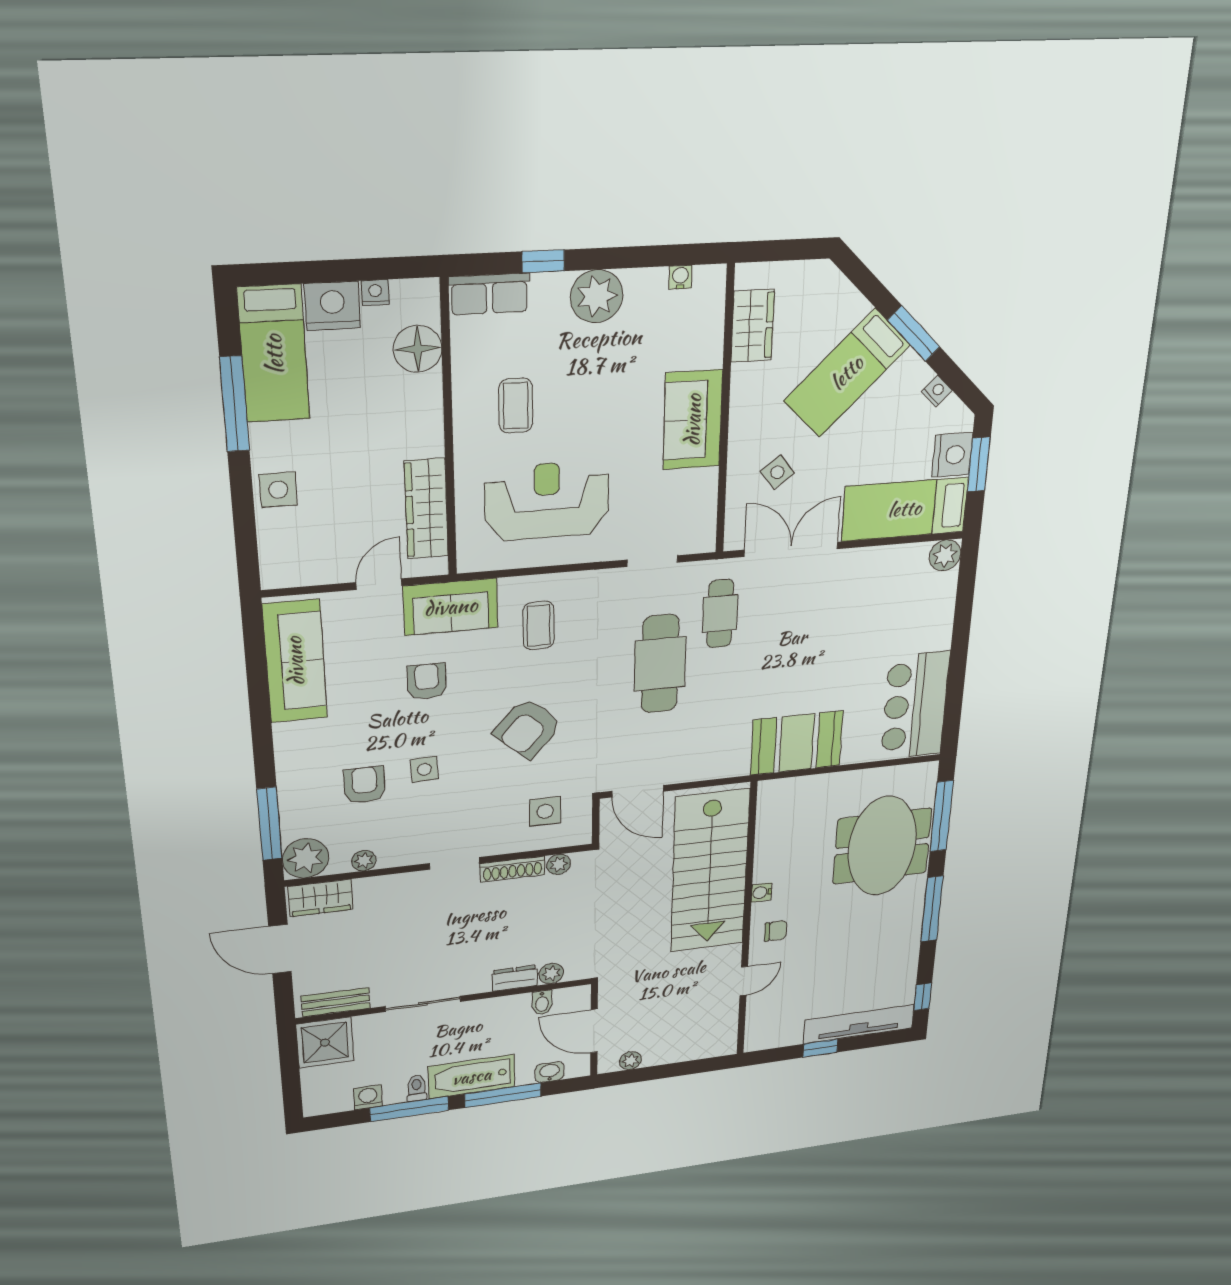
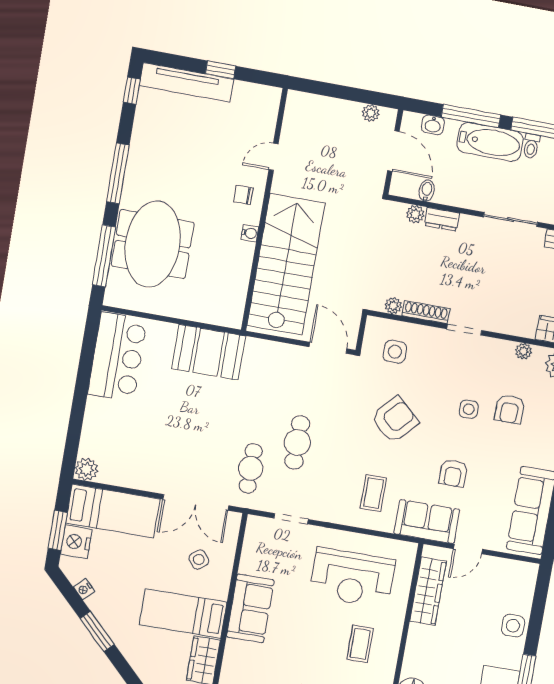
bed: (847, 373) -> (183, 613), moved, turned -135
cafe table: (660, 664) -> (297, 442), width x0.73, depth x0.74

